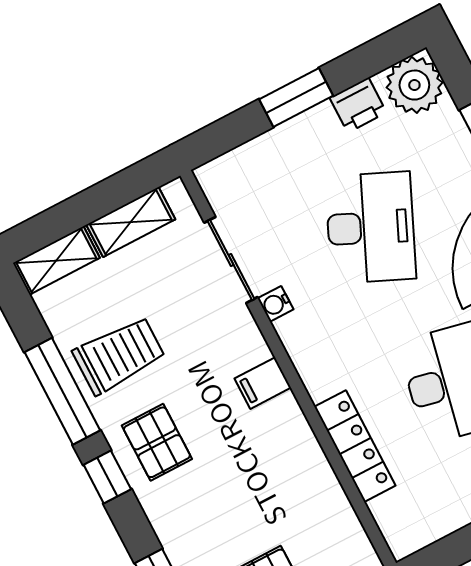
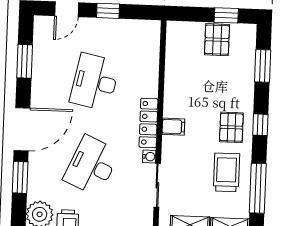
trolley: (119, 355) -> (226, 172), turned 90
window: (62, 391) -> (258, 188), moved
locker: (355, 446) -> (148, 123), moved

